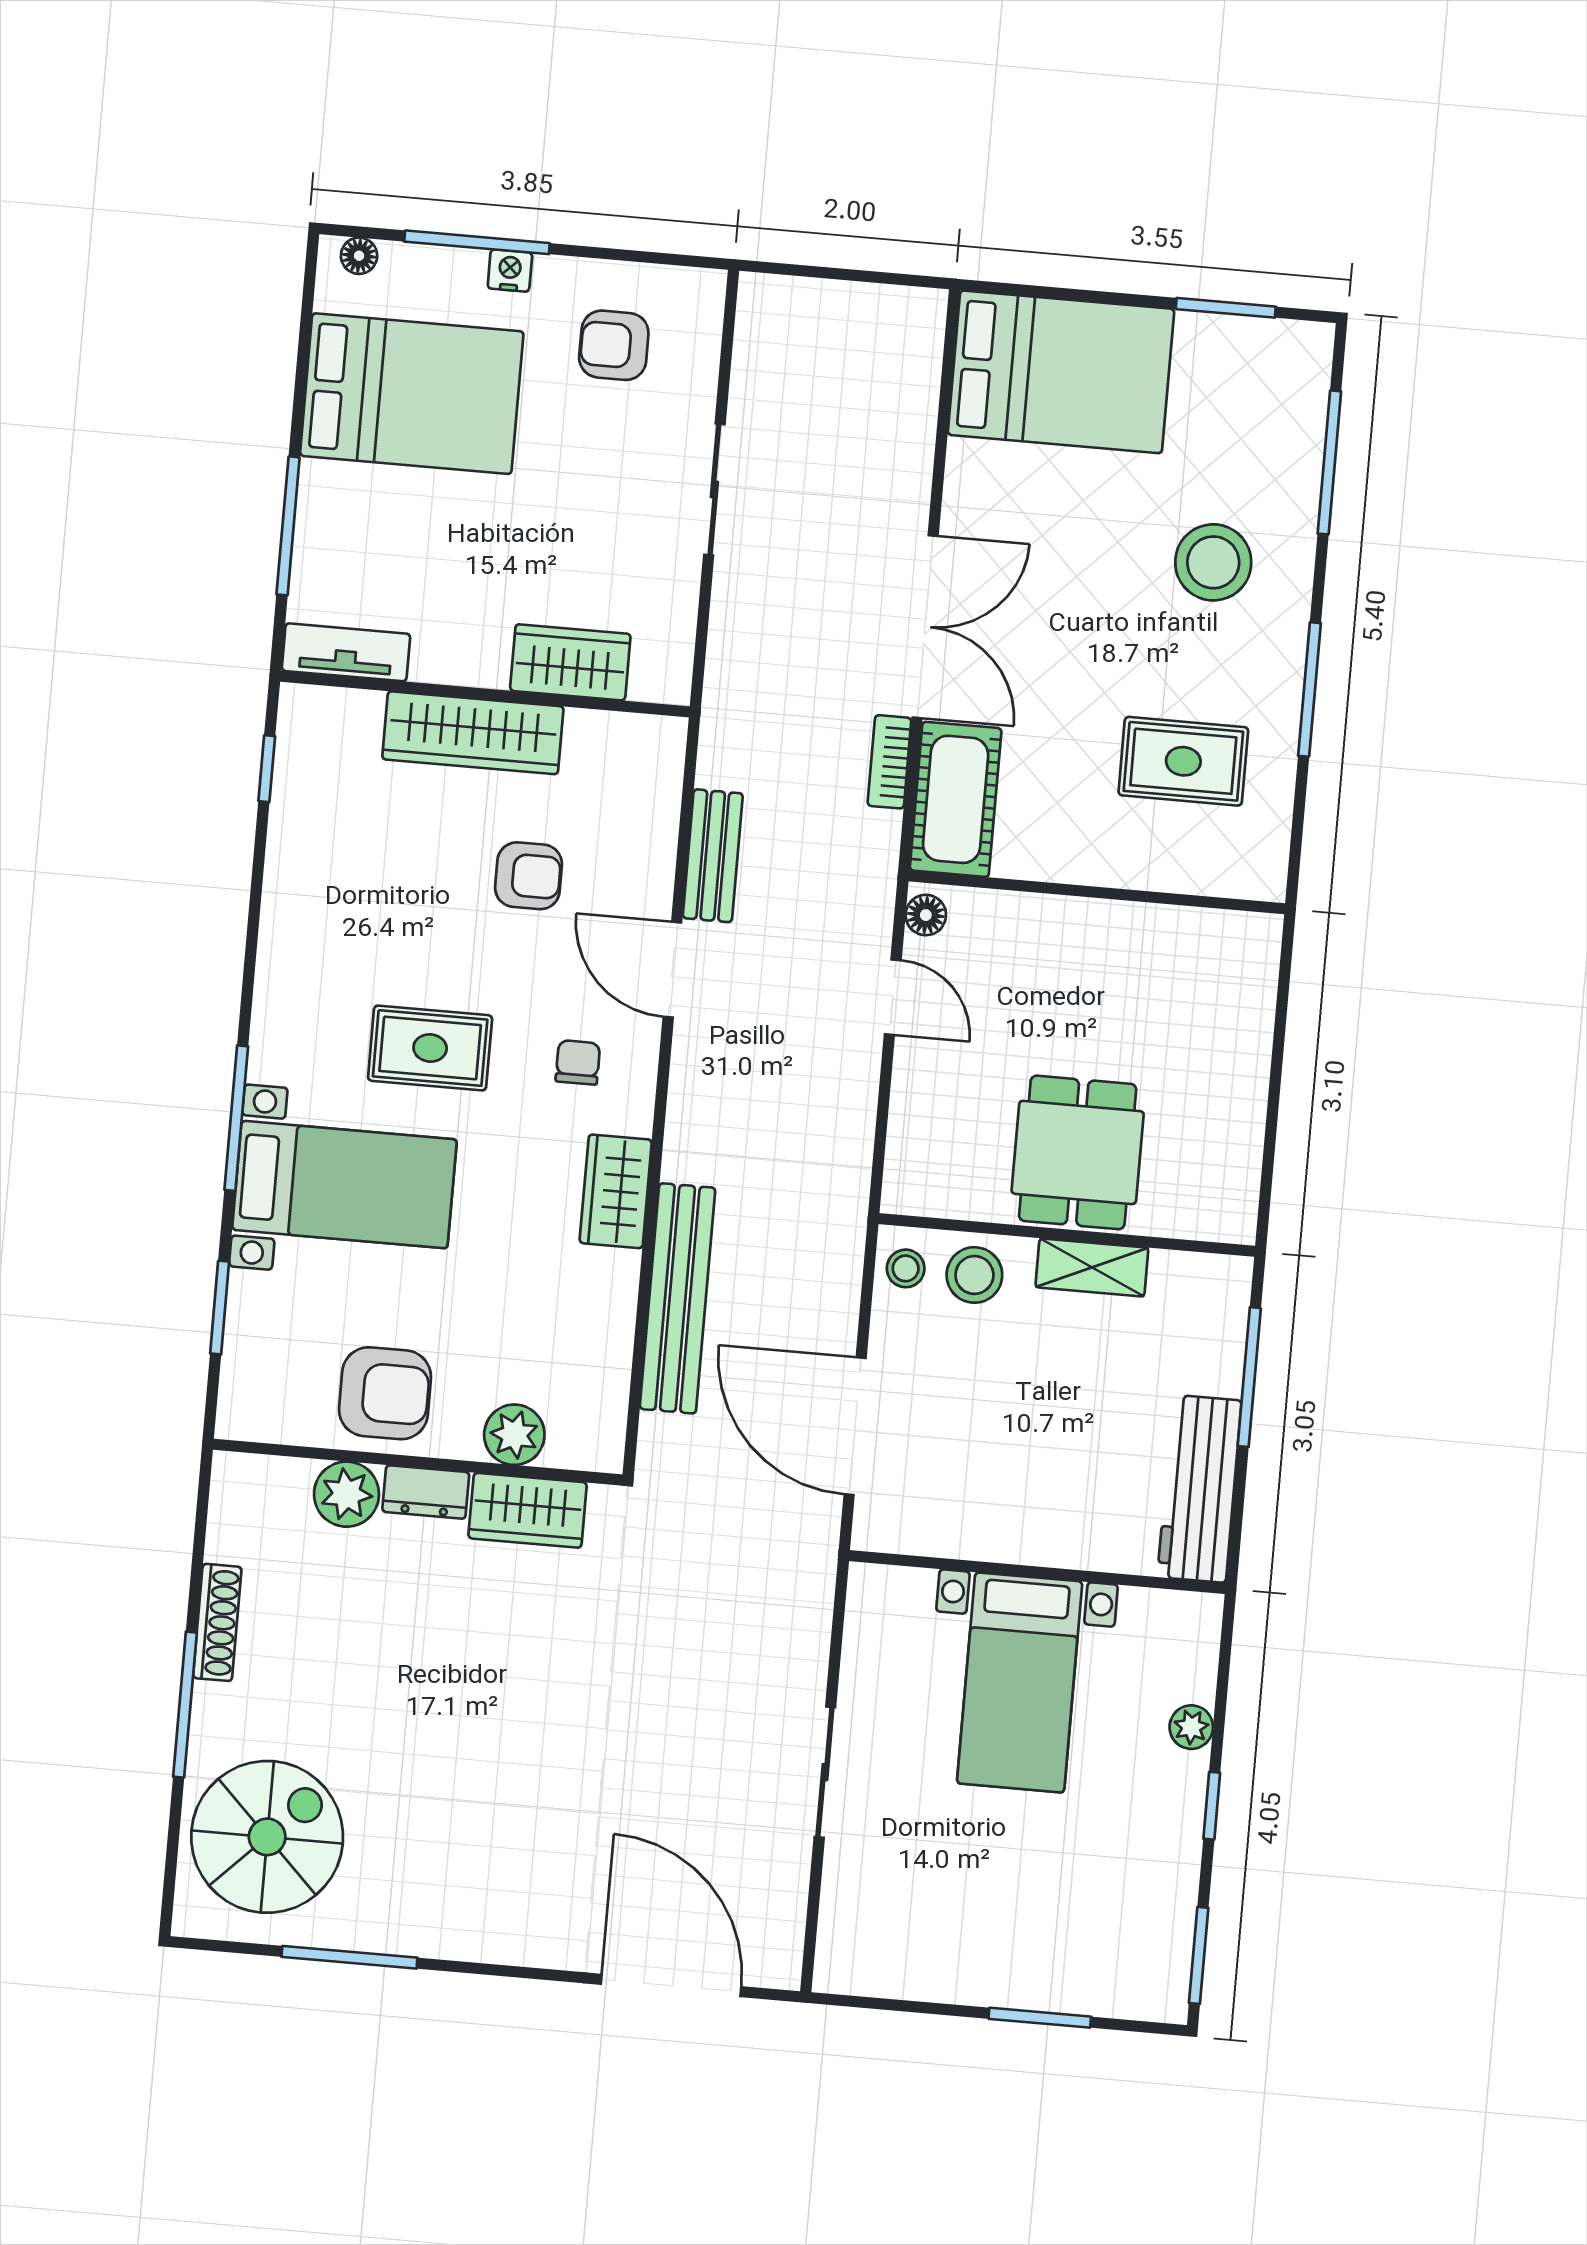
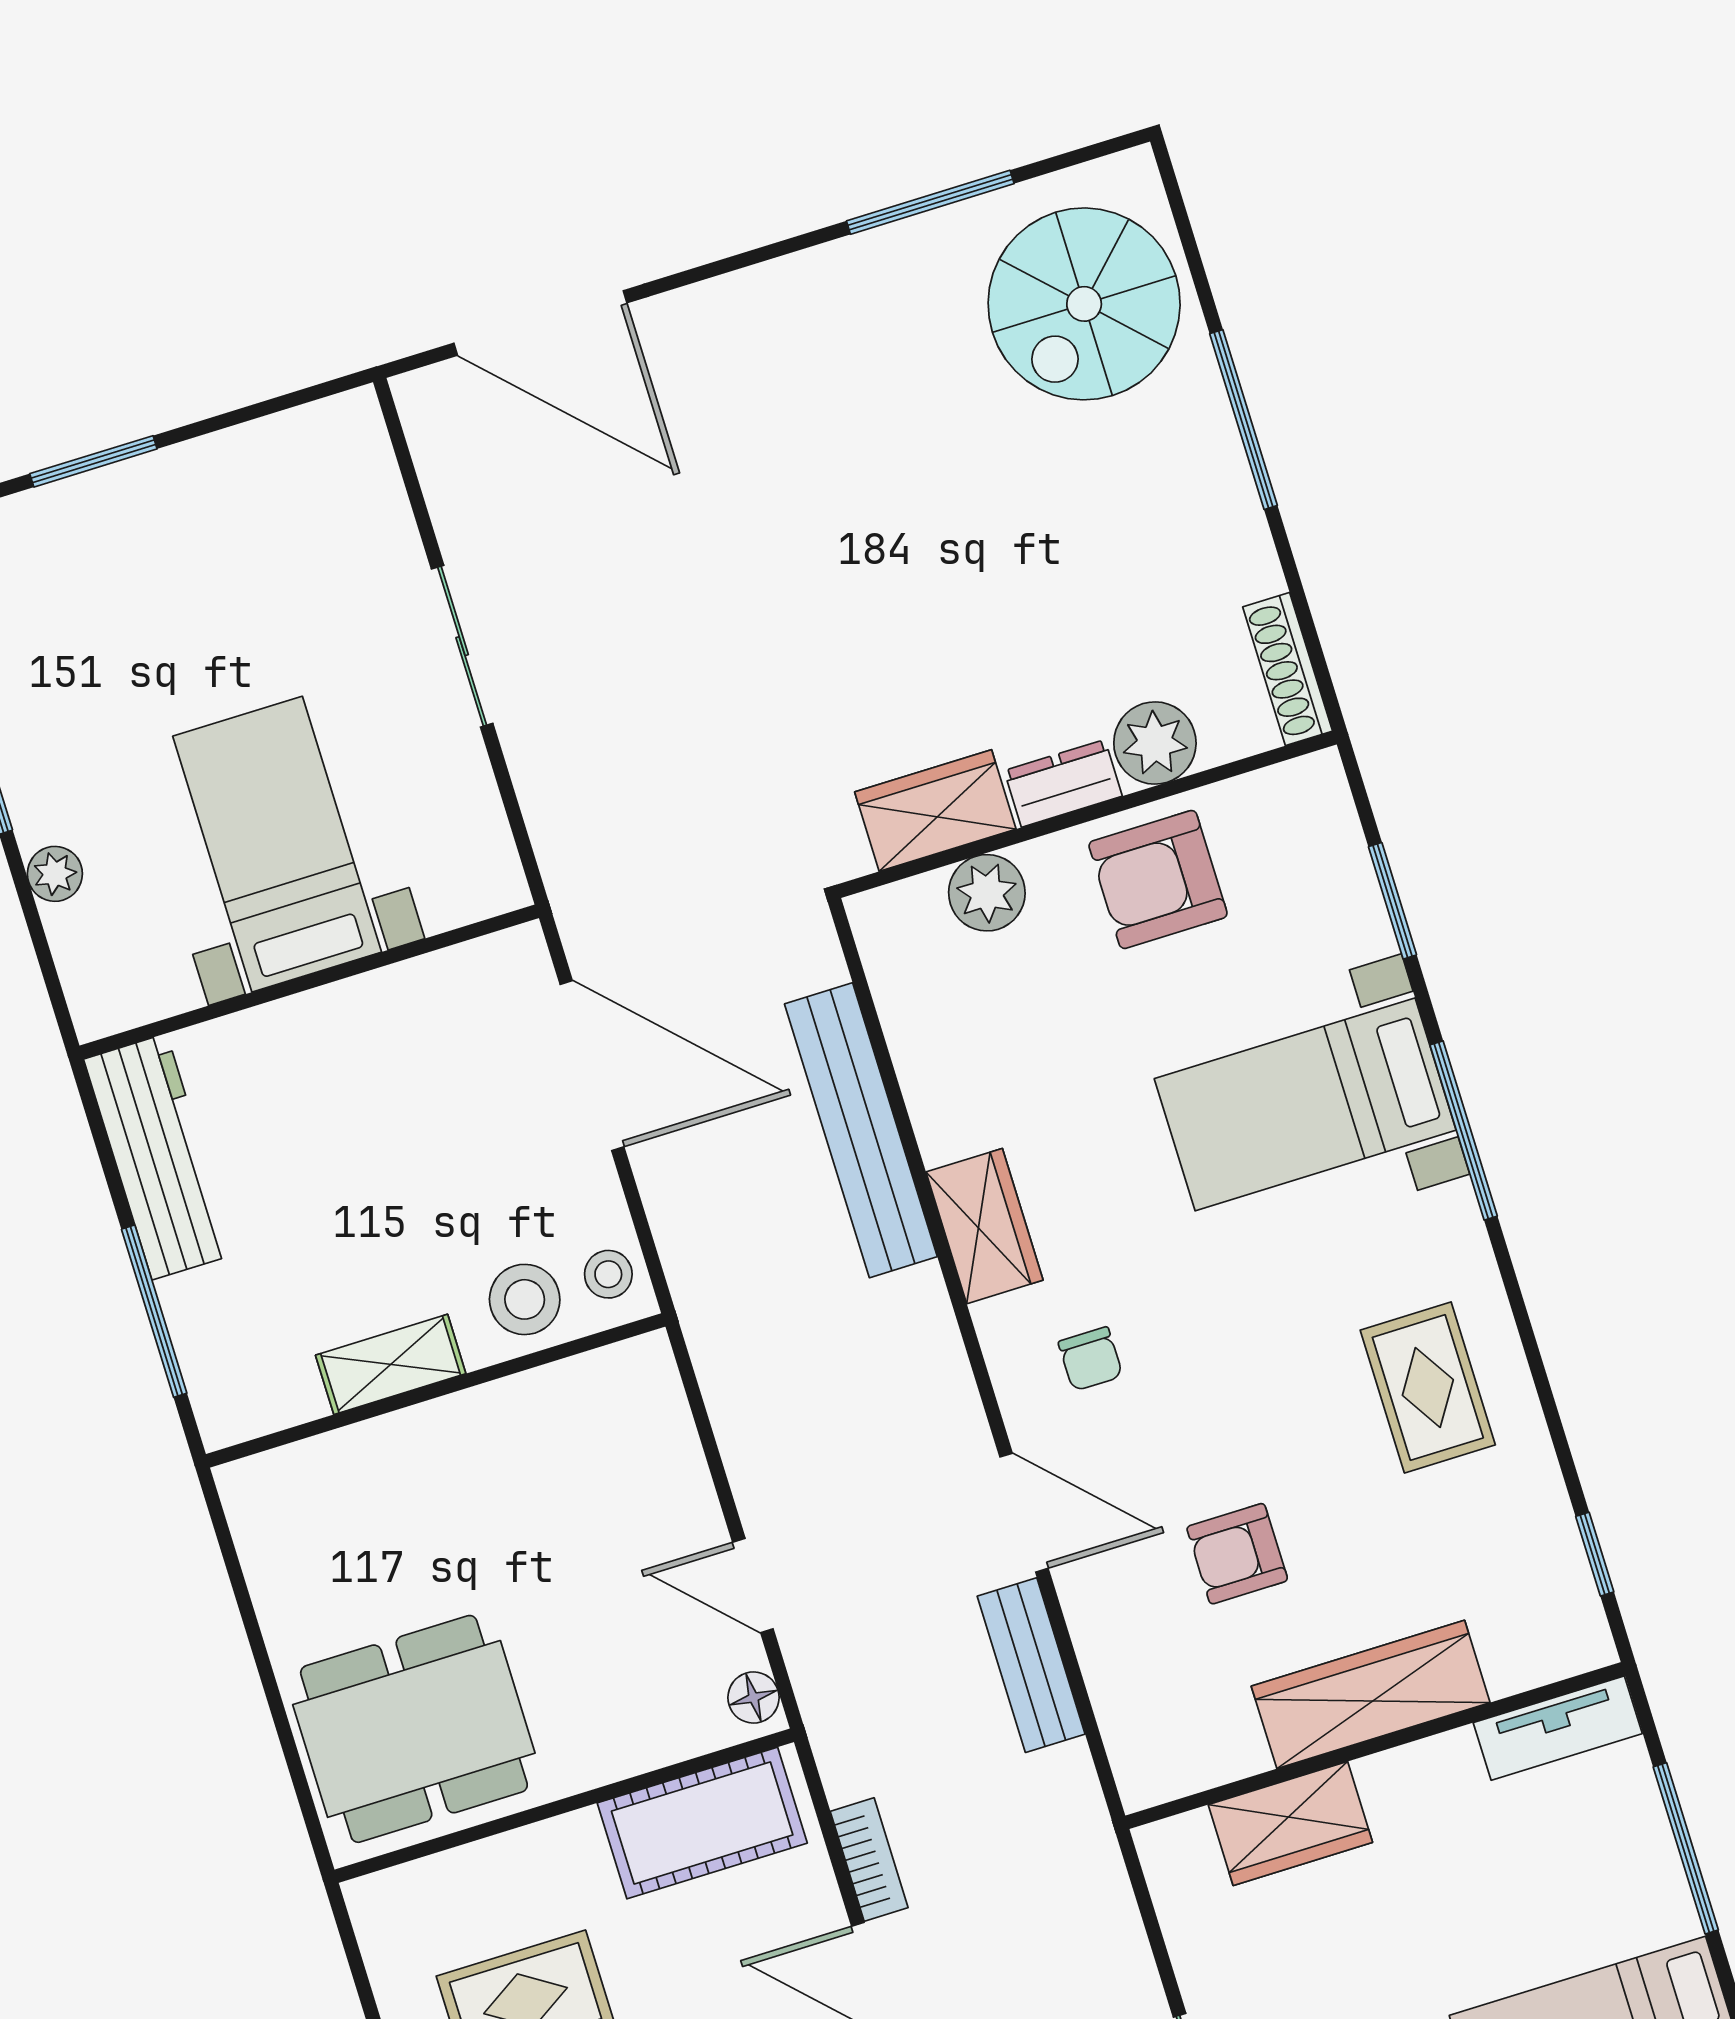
cot: (956, 799) -> (702, 1823), moved, turned 90
rug: (430, 1048) -> (1428, 1388), moved, turned 90
dining table: (1078, 1152) -> (414, 1729), moved, width x1.38
shoe rack: (217, 1622) -> (1288, 669), moved

